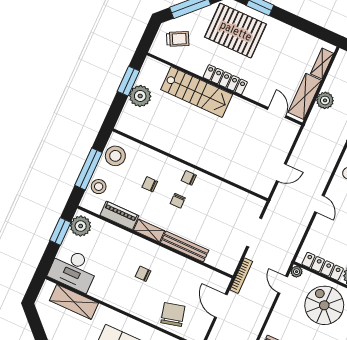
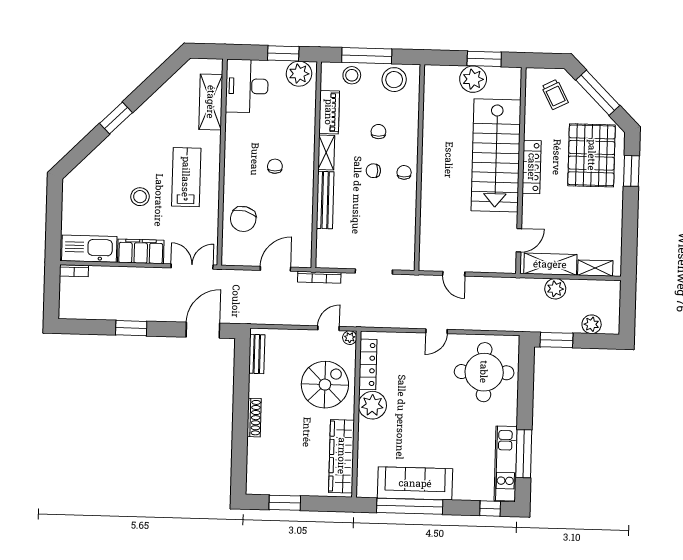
stairs: (197, 92) -> (496, 155), width x1.36, depth x1.51
chair: (173, 314) -> (243, 219), turned 118

